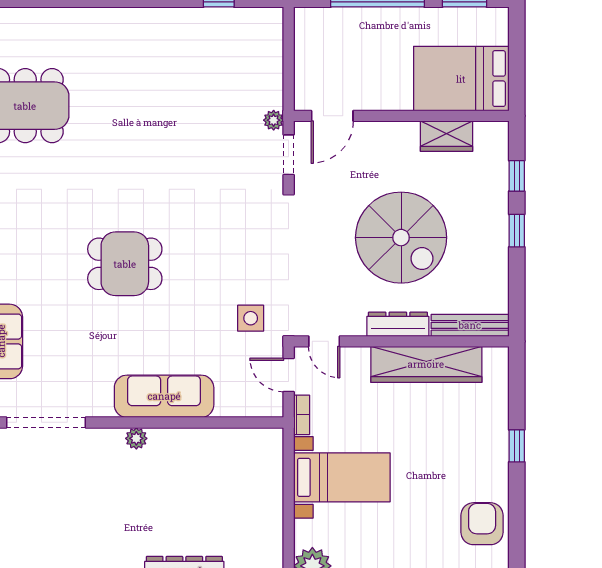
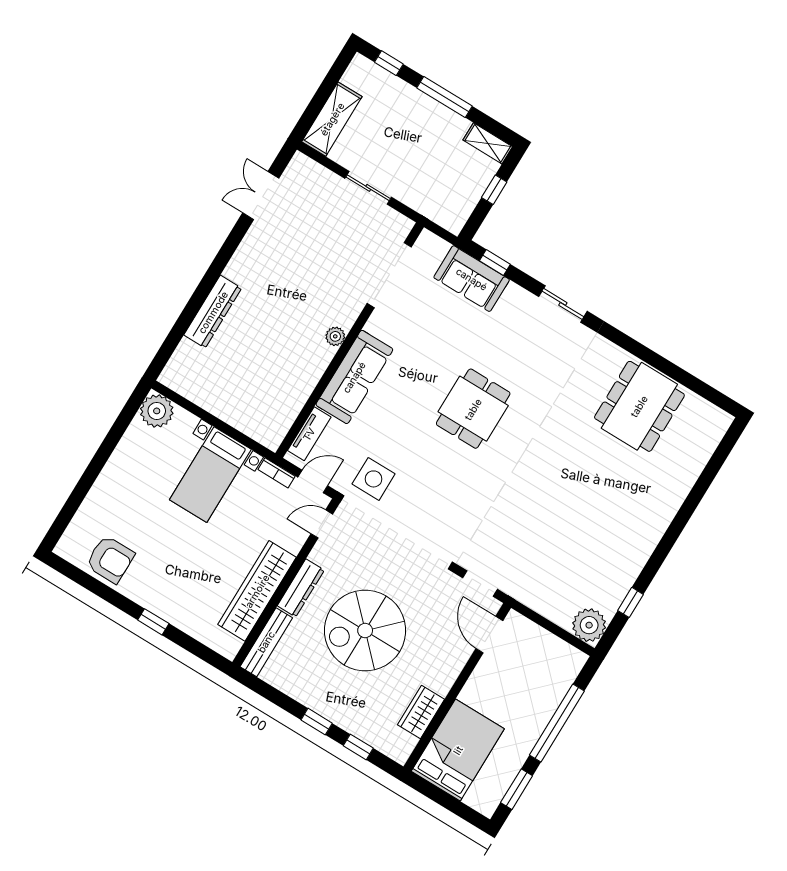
plant: (274, 120) -> (589, 625), moved, width x1.87, depth x1.87
side table: (251, 318) -> (374, 479), width x1.37, depth x1.37
tv unit: (245, 406) -> (309, 434), added

